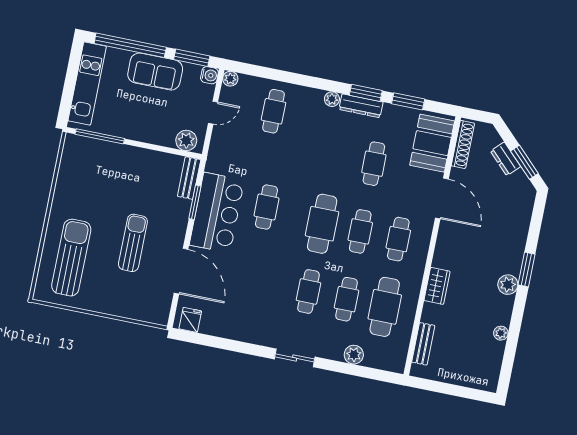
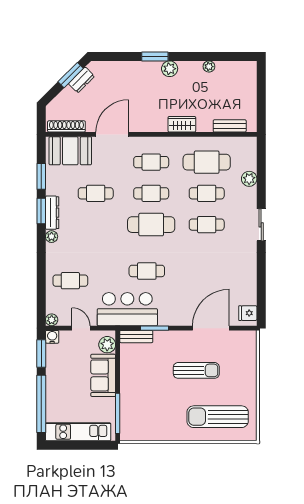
sofa: (155, 72) -> (103, 375), moved, turned 180
dresser: (505, 159) -> (82, 80), moved
bar counter: (217, 213) -> (127, 309), moved
sun lounger: (133, 243) -> (196, 370), turned 180

